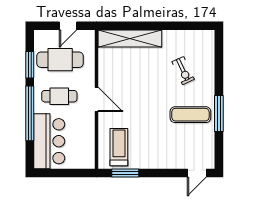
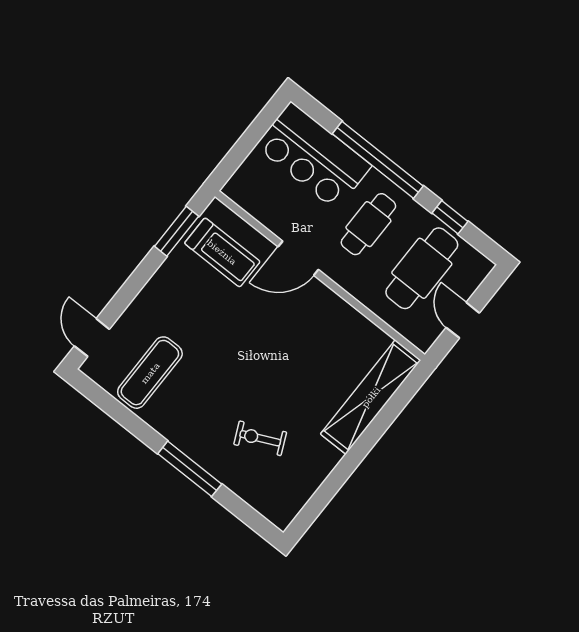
window: (30, 65) -> (450, 217), width x0.67
door: (96, 99) -> (298, 258), moved
window: (219, 114) -> (190, 469), moved
exercise mat: (190, 115) -> (150, 373), moved

